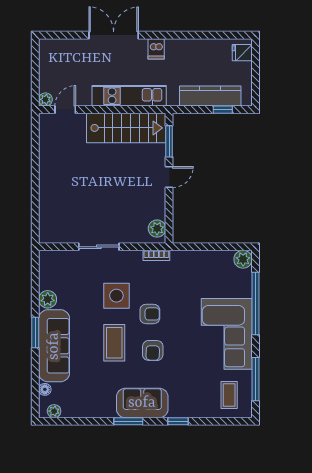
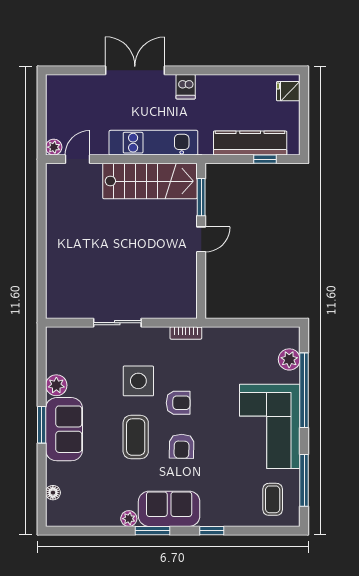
plant: (157, 229) -> (187, 301), removed
plant: (243, 259) -> (289, 359), moved
sofa: (54, 346) -> (64, 429), width x0.73
plant: (54, 411) -> (129, 519), moved

